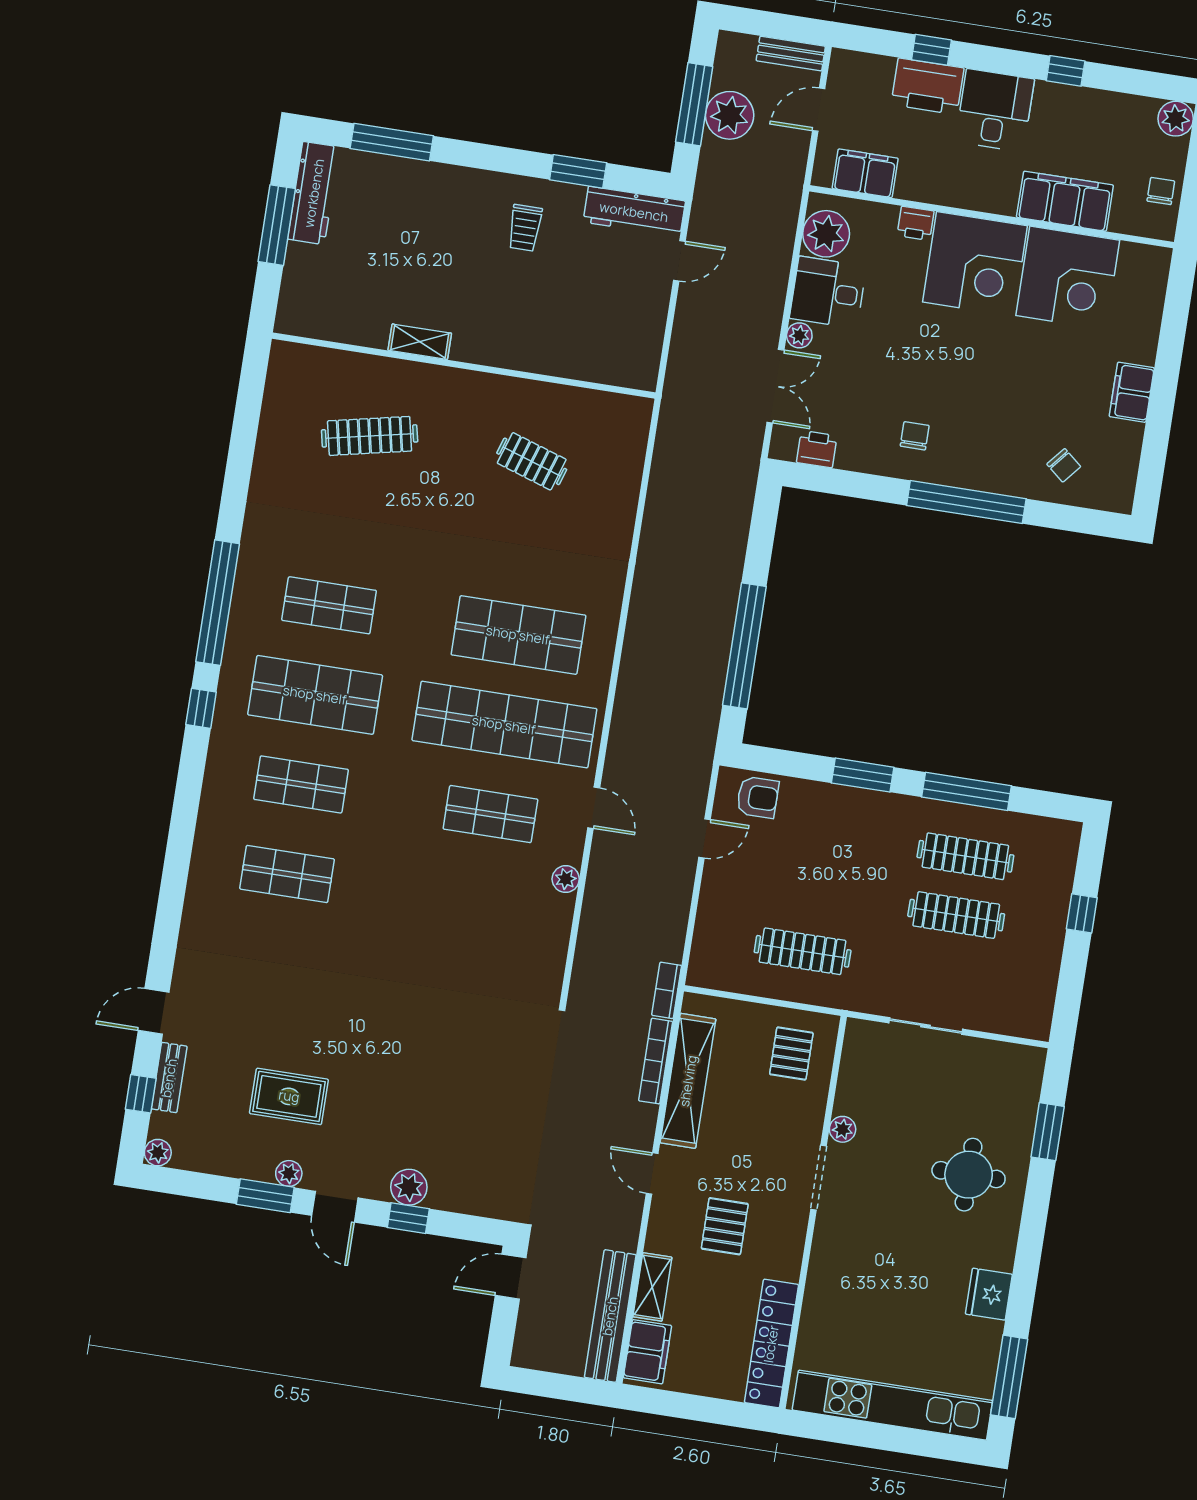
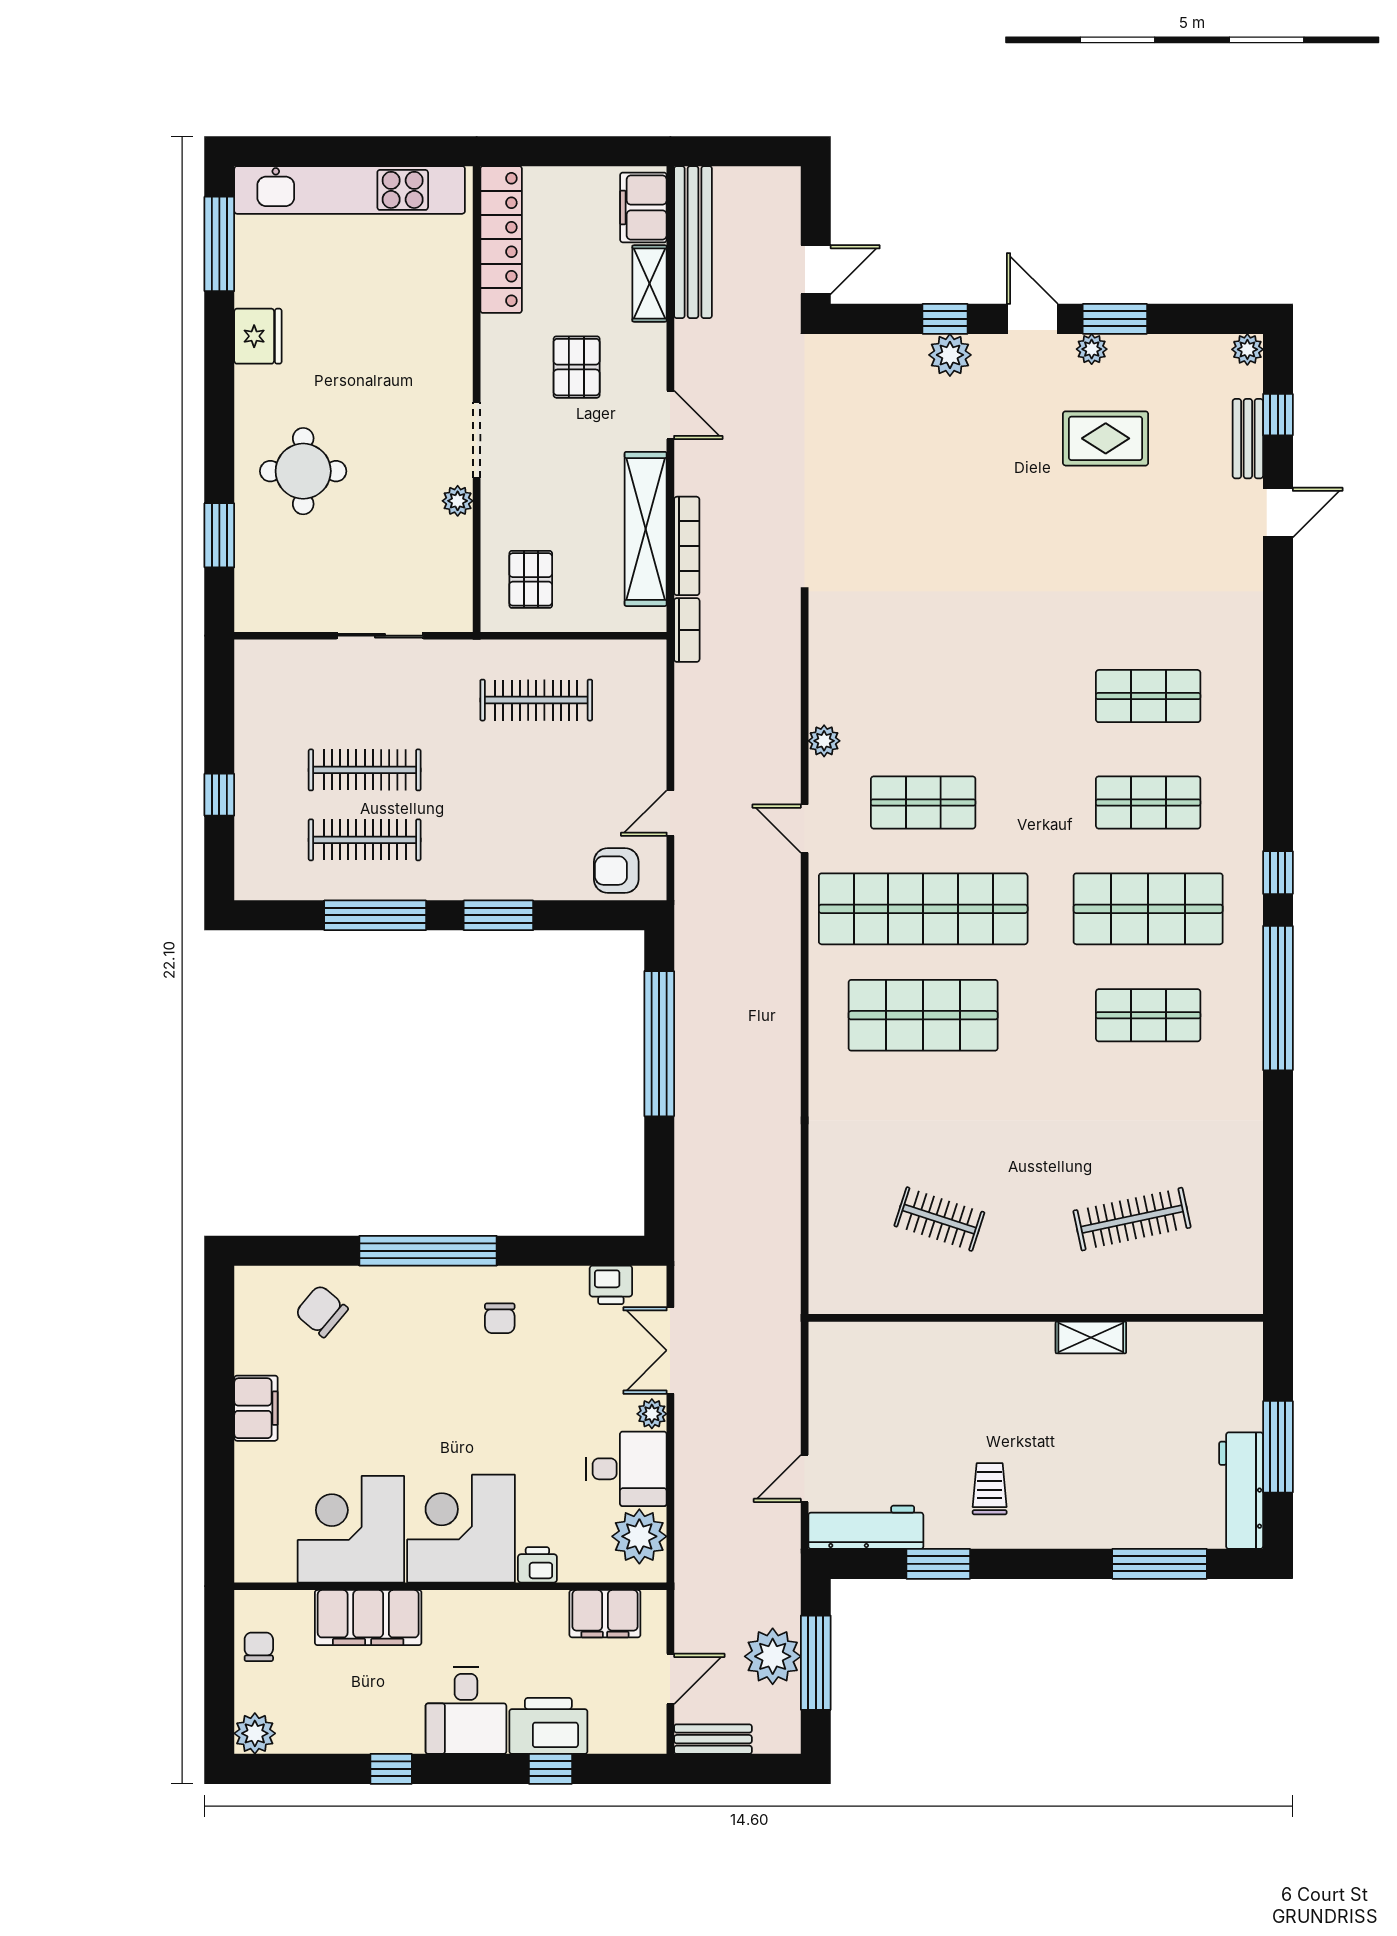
chair: (1161, 191) -> (259, 1647), turned 180
chair: (1064, 465) -> (322, 1311), width x1.37, depth x1.37

